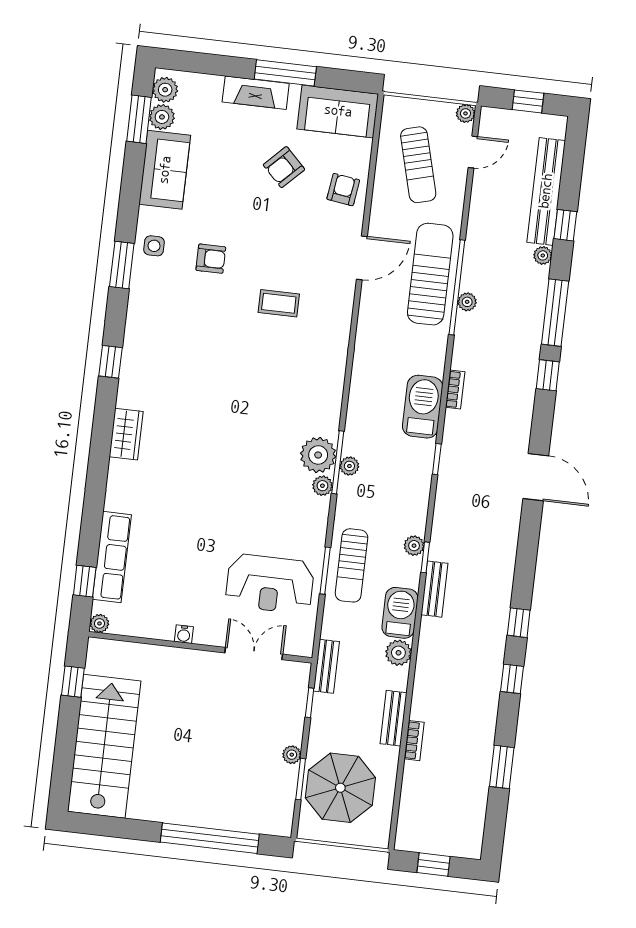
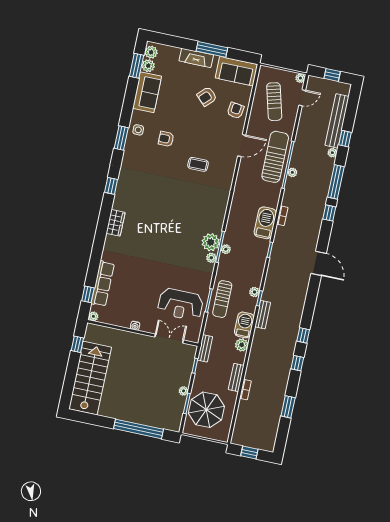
armchair: (211, 259) -> (166, 139), turned 180

